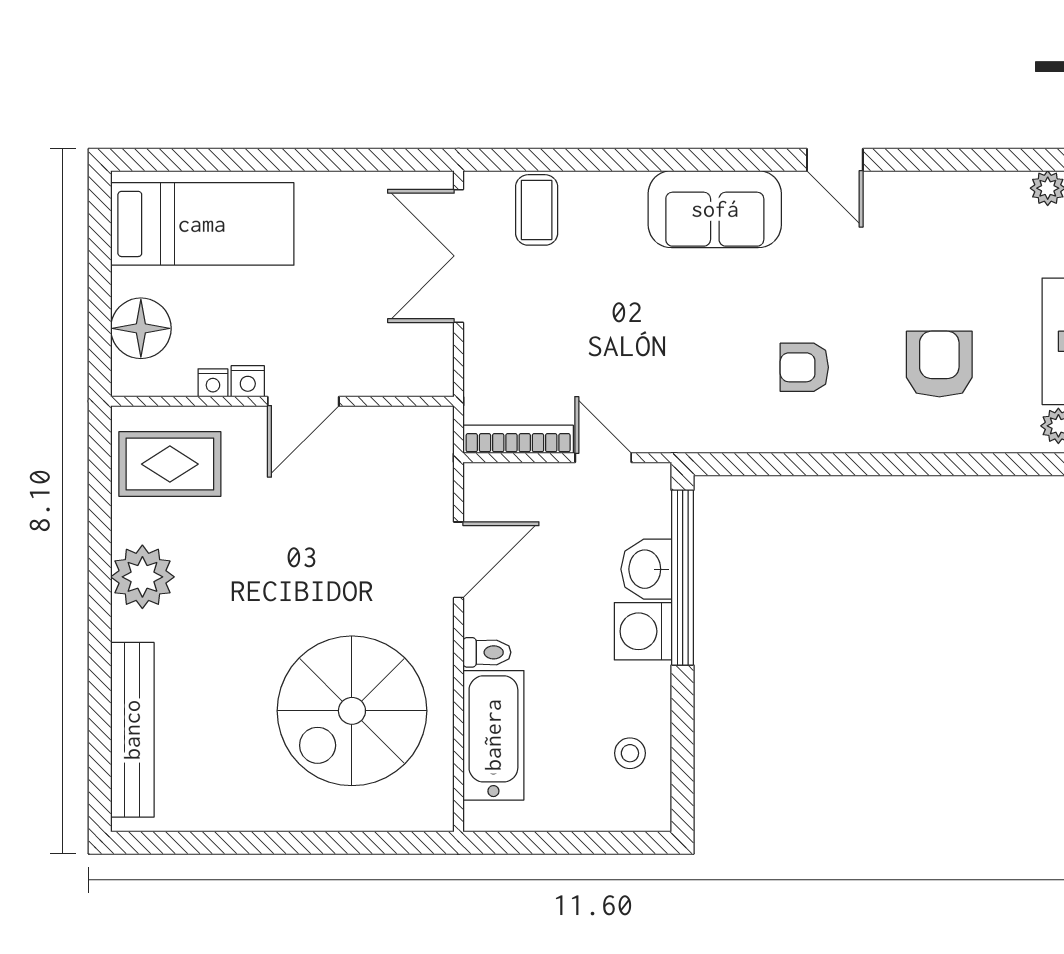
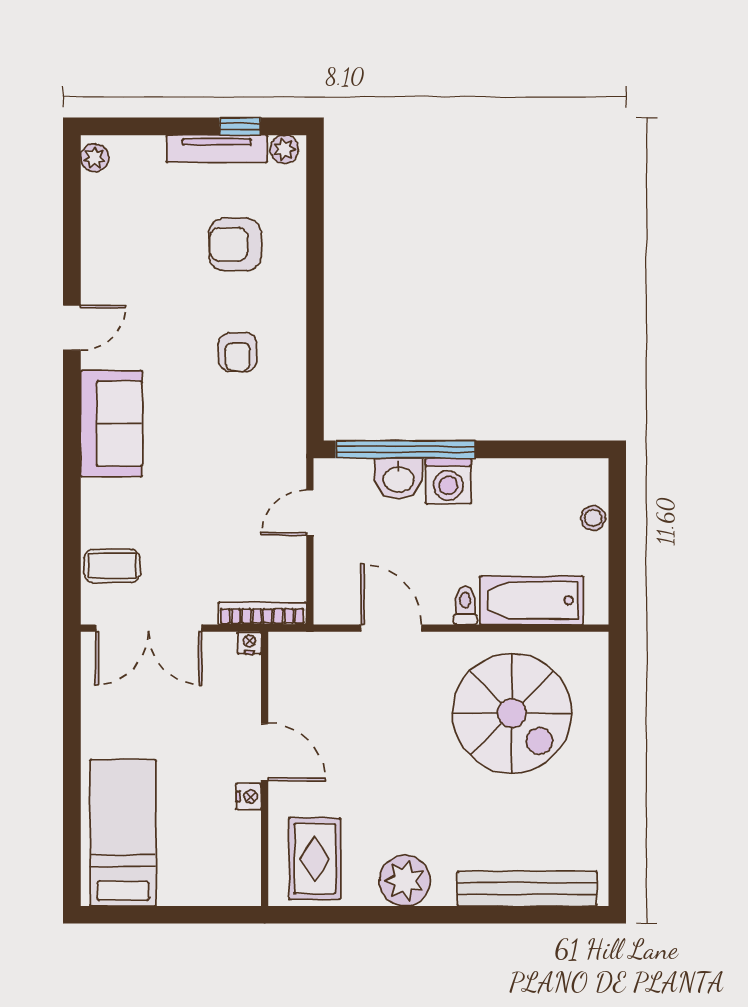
floor lamp: (141, 328) -> (206, 882), removed
nightstand: (213, 383) -> (249, 643), moved, turned -90
bookcase: (518, 439) -> (262, 613), moved, turned 90
stool: (630, 753) -> (593, 518), moved

